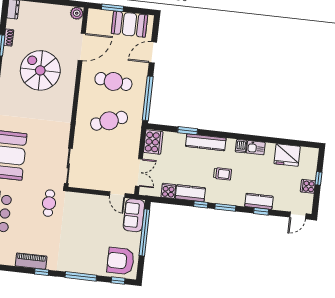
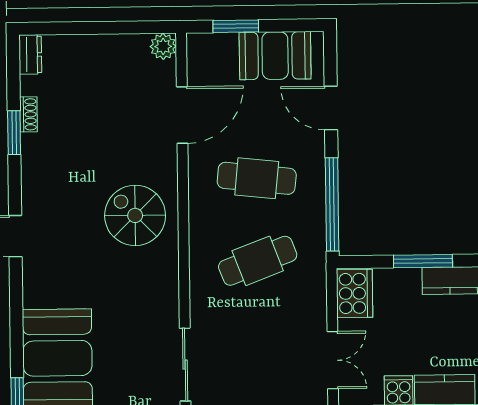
door: (153, 52) -> (331, 108), hinge flipped
spiral stairs: (40, 70) -> (135, 215), moved, width x0.73, depth x0.73
window: (188, 131) -> (423, 261), width x1.44

